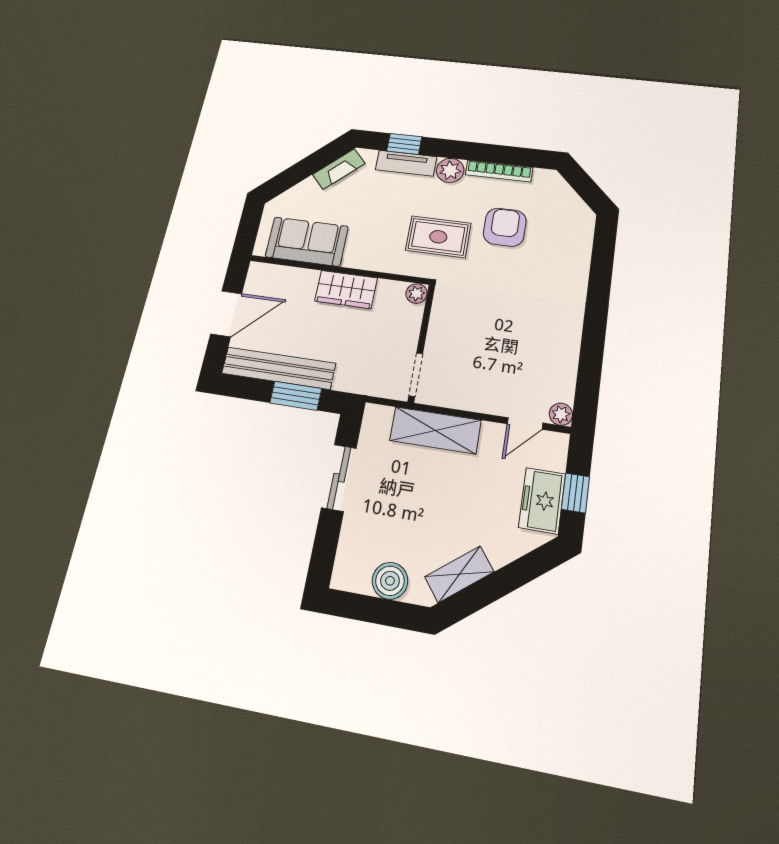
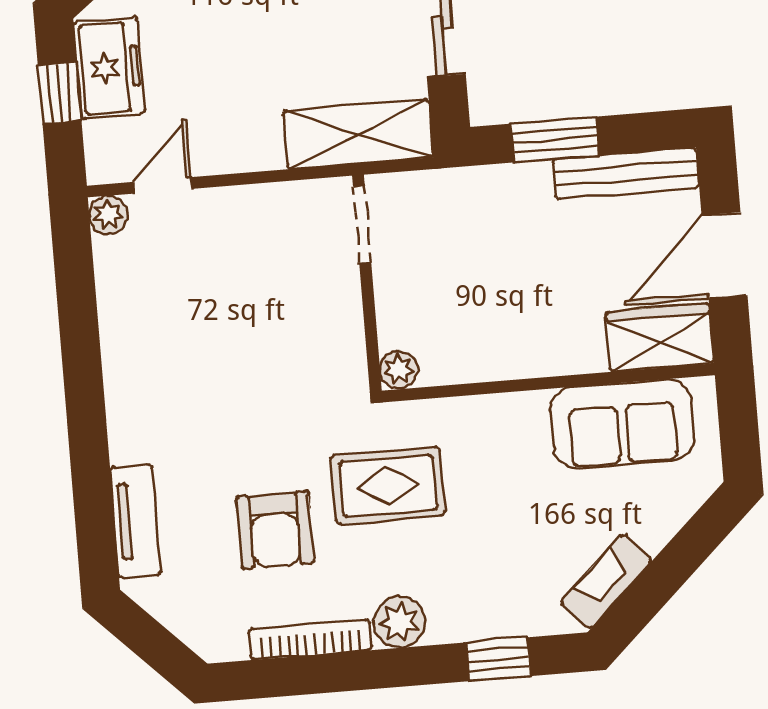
tv unit: (406, 163) -> (136, 521), moved, turned 90
wardrobe: (346, 290) -> (660, 338), moved
bench: (278, 368) -> (626, 173), width x0.73, depth x0.82
shelving: (435, 430) -> (358, 134), moved

